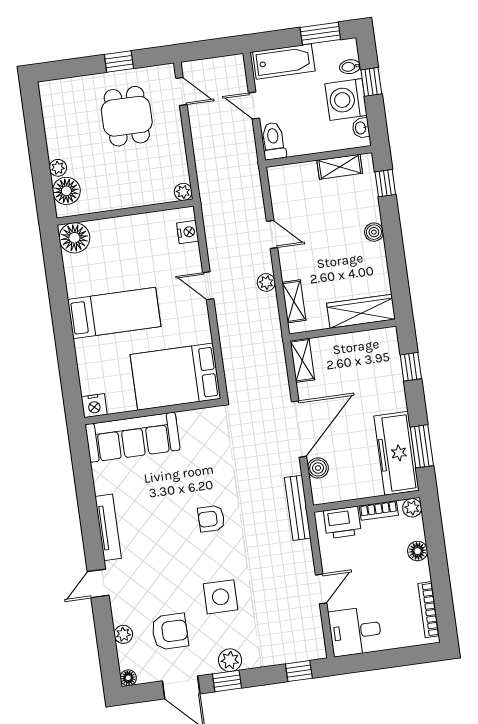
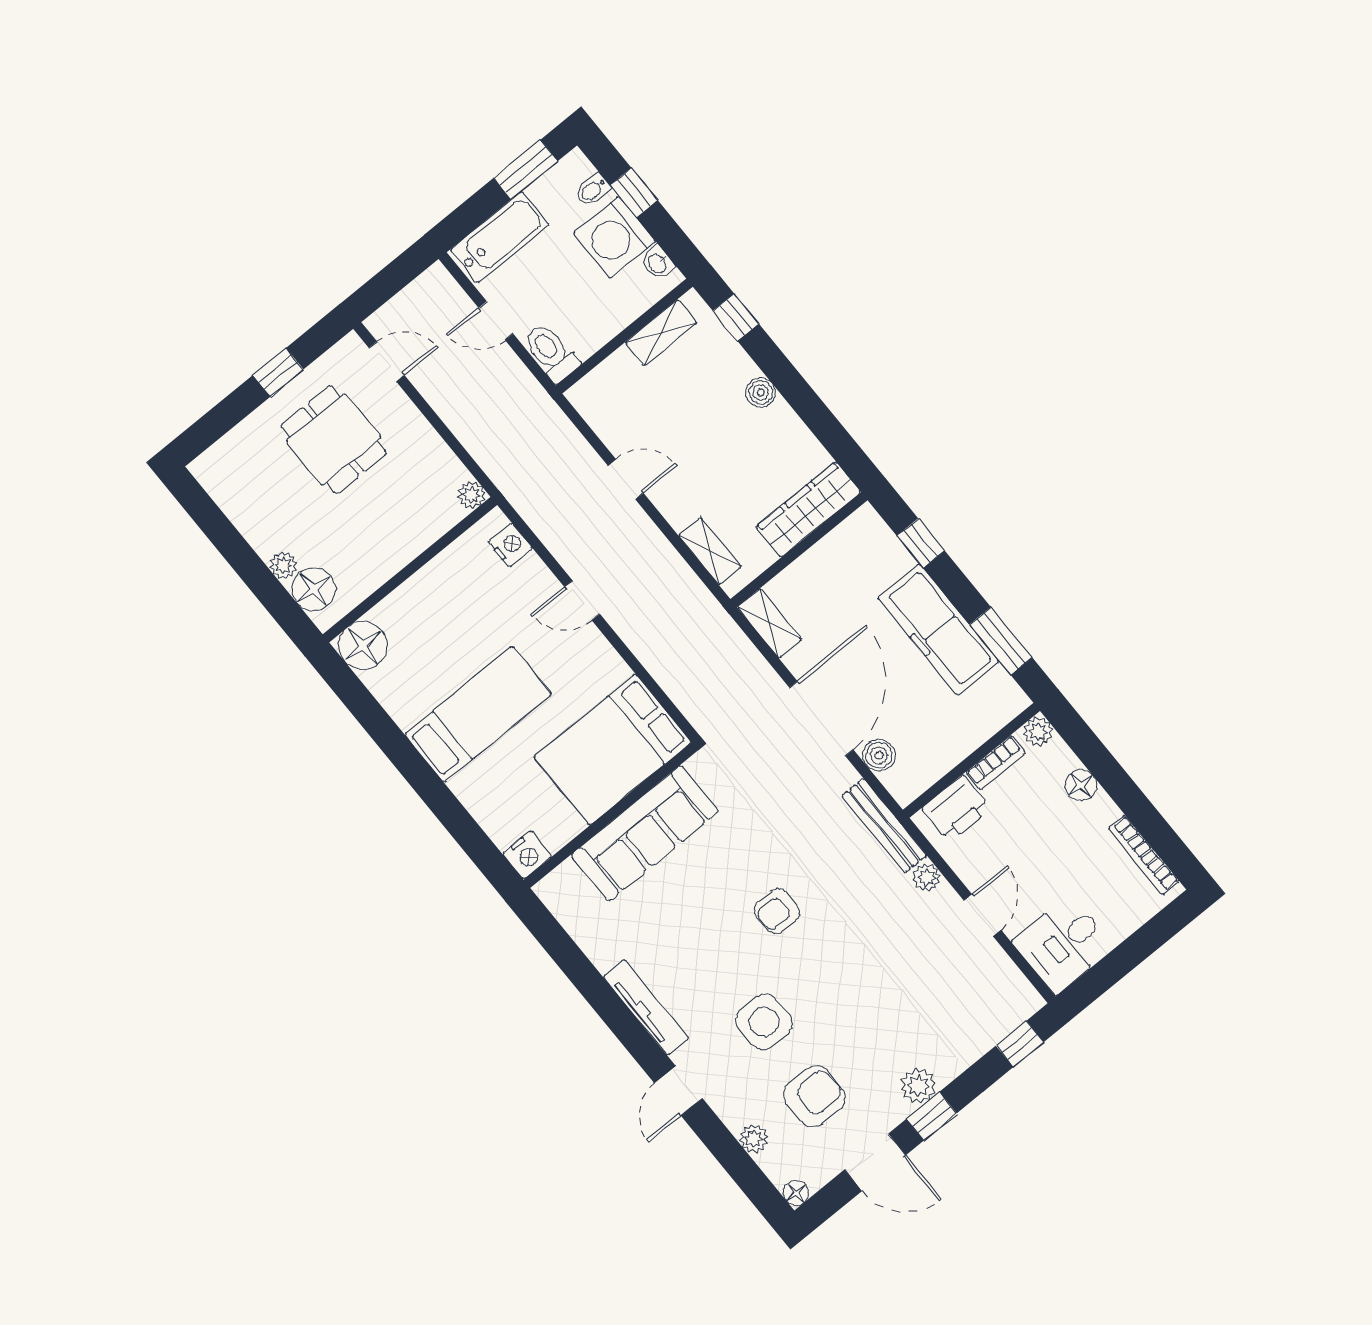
plant: (266, 282) -> (927, 877), moved
sofa: (133, 437) -> (645, 833), moved
freezer: (397, 453) -> (938, 630), moved
side table: (221, 597) -> (764, 1022), moved

